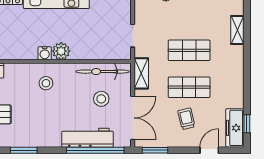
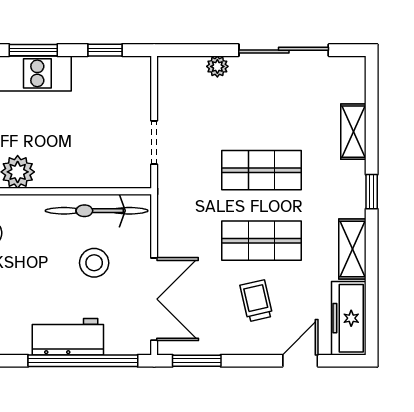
shelving: (141, 73) -> (352, 249), moved
window: (247, 124) -> (372, 192), moved
workbench: (87, 138) -> (68, 337), width x0.73

